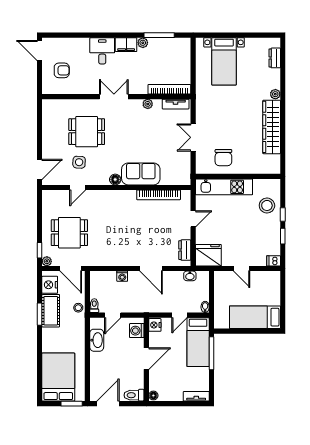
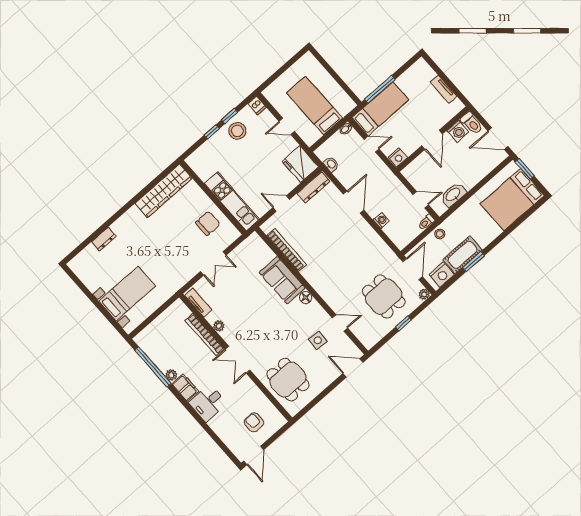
window: (159, 35) -> (153, 367), width x1.46
dresser: (275, 58) -> (104, 239), moved
bookcase: (169, 89) -> (205, 335), moved
plant: (275, 94) -> (117, 227), removed
wardrobe: (272, 127) -> (164, 191), moved
dining table: (87, 132) -> (288, 380), moved
stool: (267, 205) -> (237, 131), moved
window: (40, 250) -> (403, 324), moved
dresser: (185, 250) -> (313, 187), width x1.44
door: (242, 269) -> (287, 126), swing flipped
bed: (255, 317) -> (315, 106), moved, turned 180
washing machine: (137, 331) -> (458, 131), moved
door: (146, 359) -> (432, 140), swing flipped
floor lamp: (153, 396) -> (458, 107), removed
tv unit: (196, 396) -> (444, 89), moved

